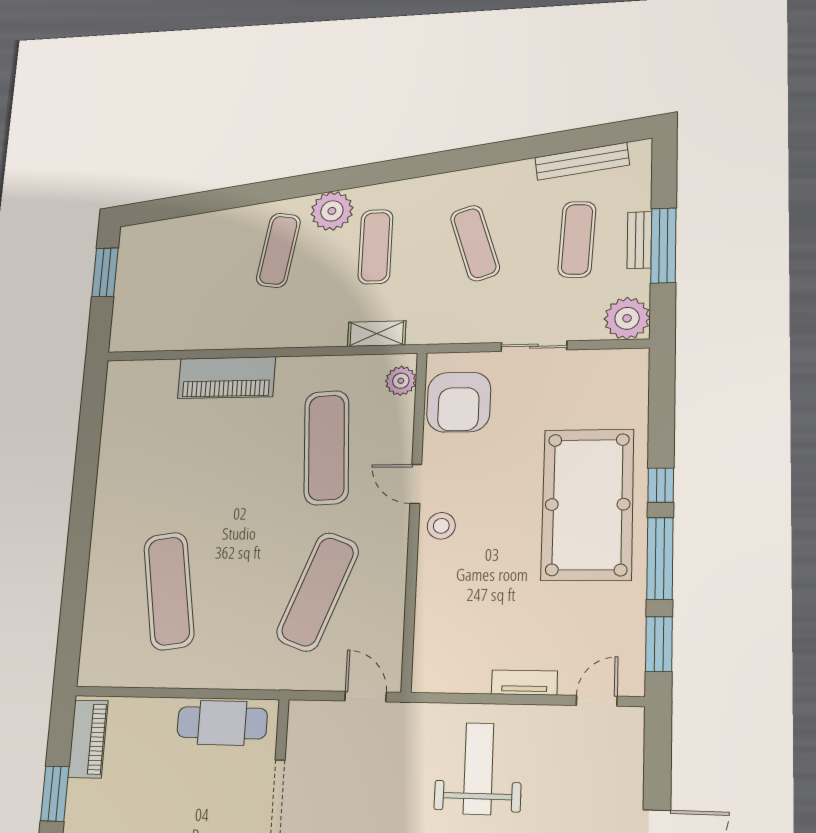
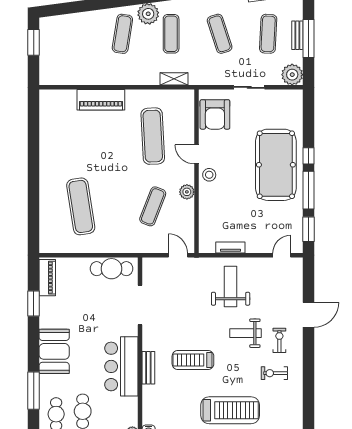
plant: (401, 381) -> (187, 192), moved
exercise mat: (318, 592) -> (153, 206), width x0.73, depth x0.69
tv unit: (524, 682) -> (230, 247), moved

